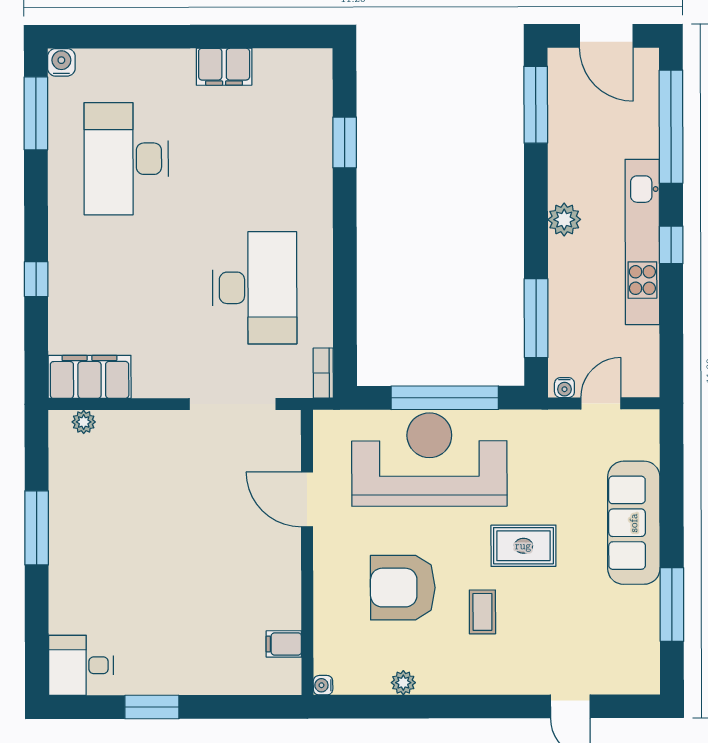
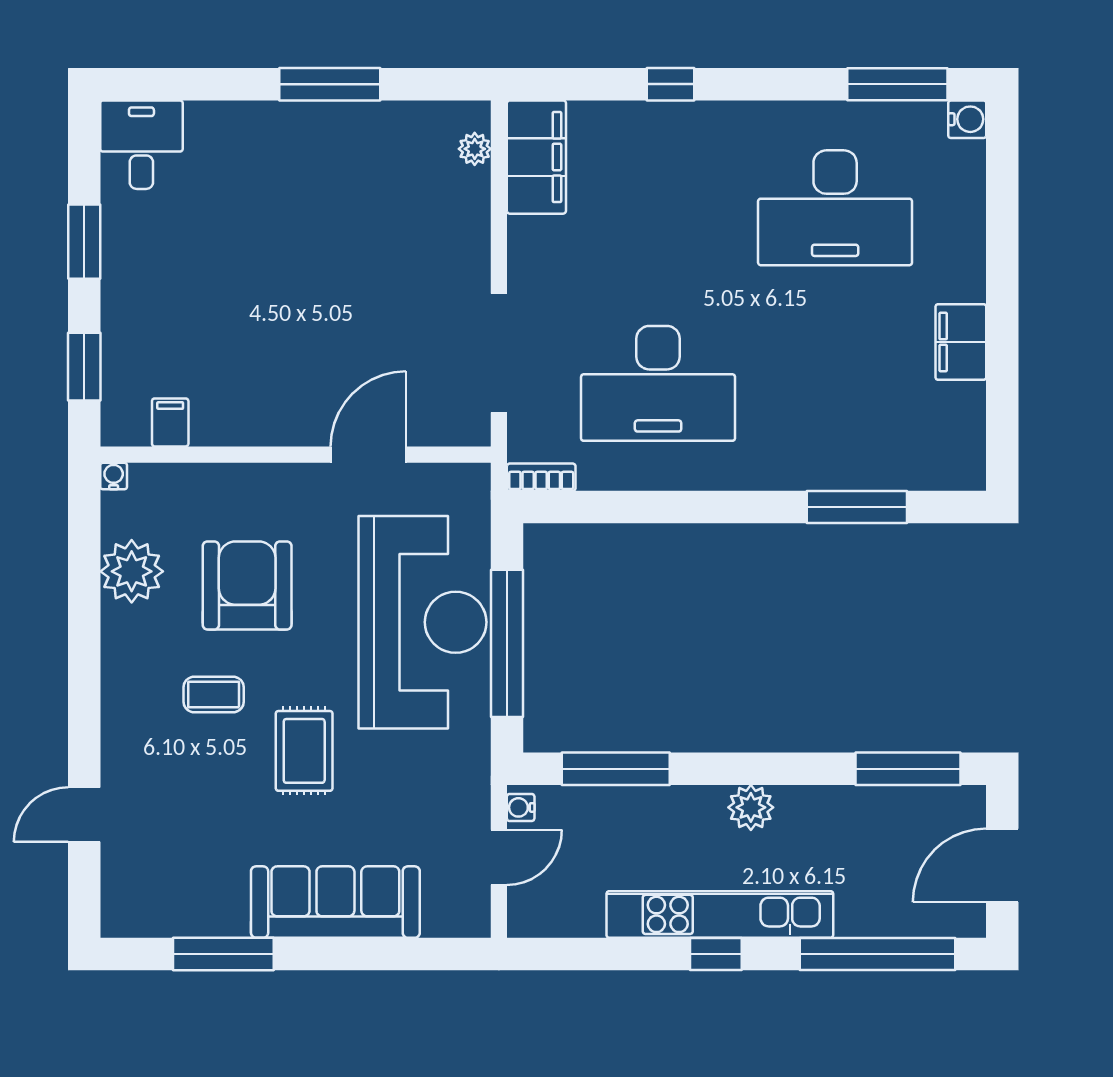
window: (345, 142) -> (857, 507), width x1.44
desk: (126, 159) -> (835, 208), turned 180
door: (601, 403) -> (499, 857), hinge flipped
plant: (403, 683) -> (132, 571), width x1.88, depth x1.88
window: (243, 707) -> (84, 367), added

